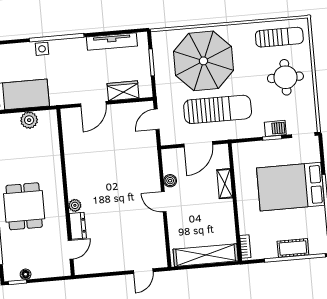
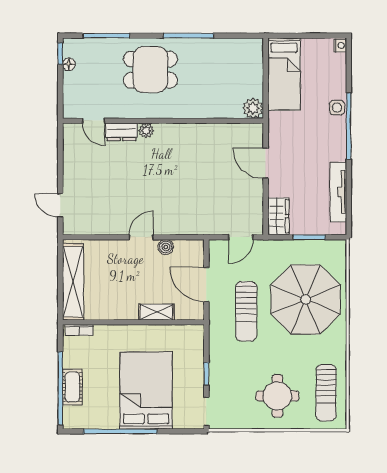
wardrobe: (123, 91) -> (278, 216), moved
sun lounger: (218, 109) -> (246, 311), width x0.73, depth x0.75
door: (157, 119) -> (241, 237), swing flipped
plant: (29, 120) -> (253, 108), moved
barbecue: (275, 128) -> (217, 378), removed

